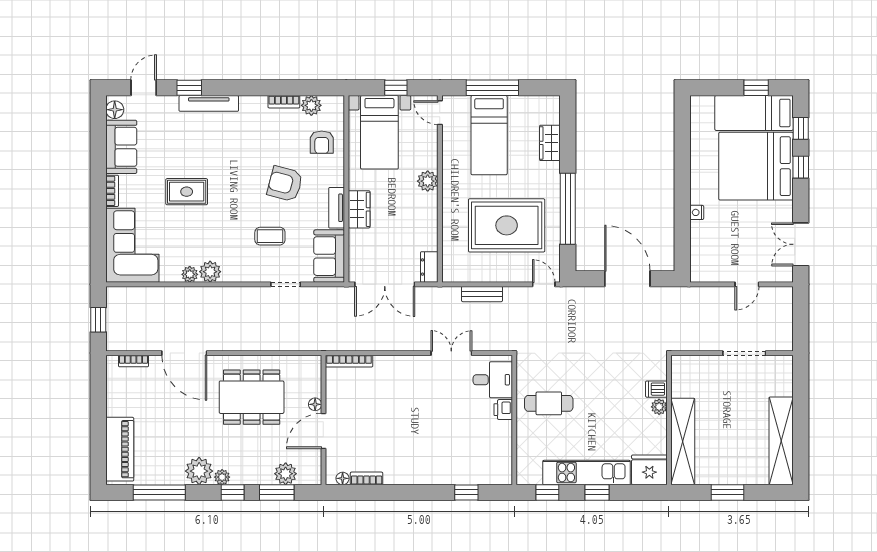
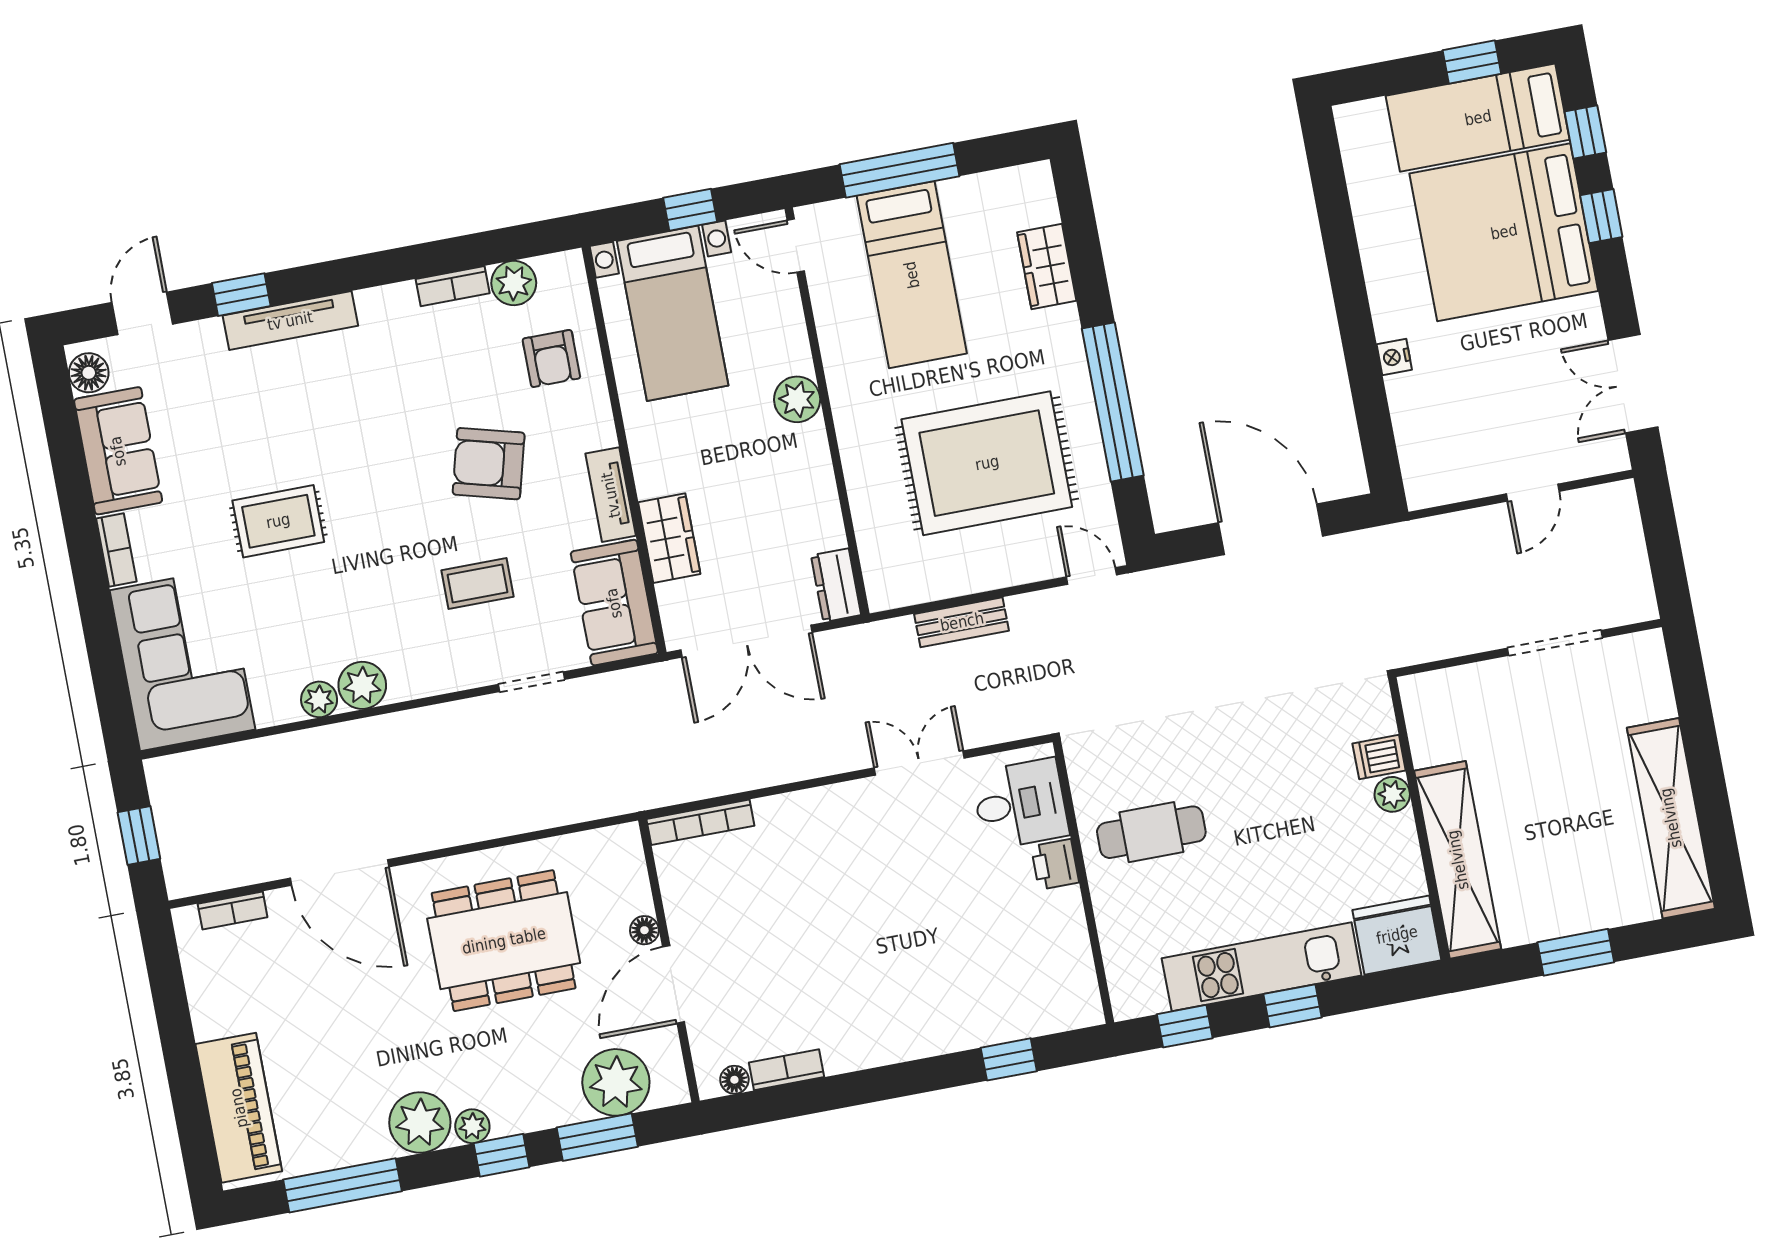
wardrobe: (359, 209) -> (669, 538), moved
plant: (286, 474) -> (616, 1082), width x1.36, depth x1.36

